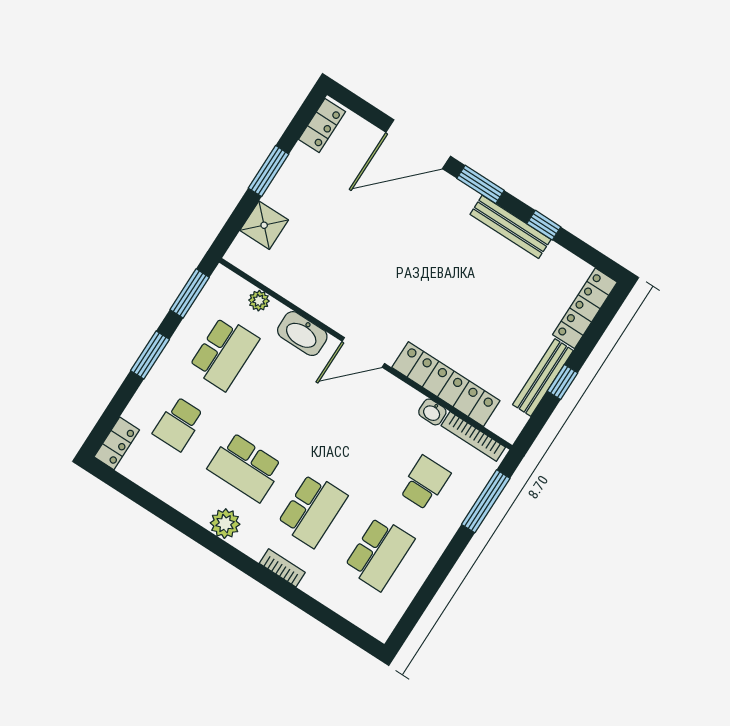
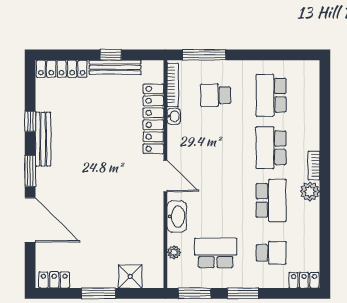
school desk: (312, 510) -> (271, 148), turned -90
school desk: (379, 553) -> (271, 95), turned -90
bookcase: (282, 568) -> (314, 166), moved

